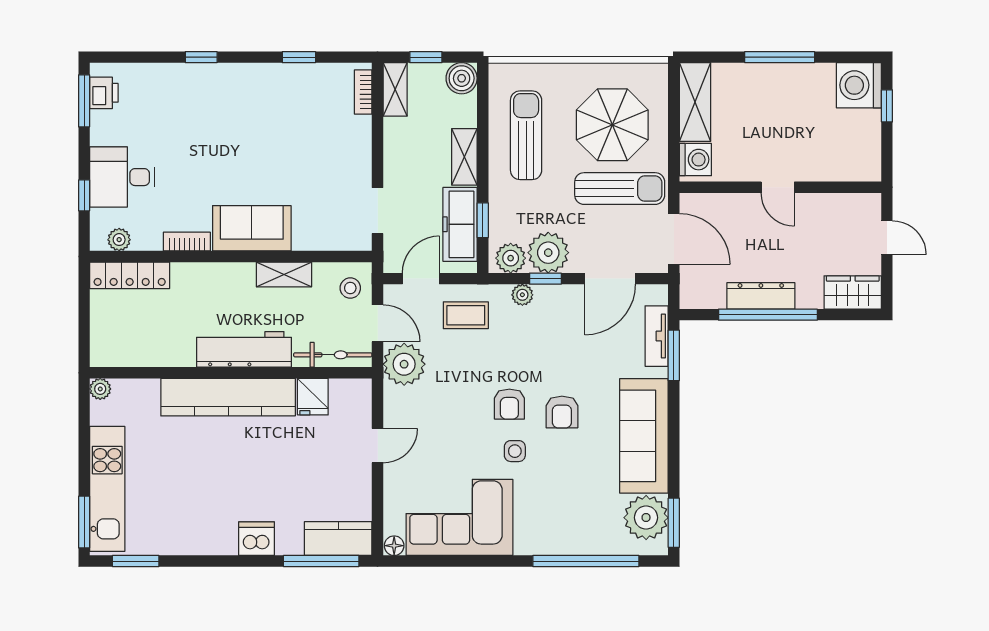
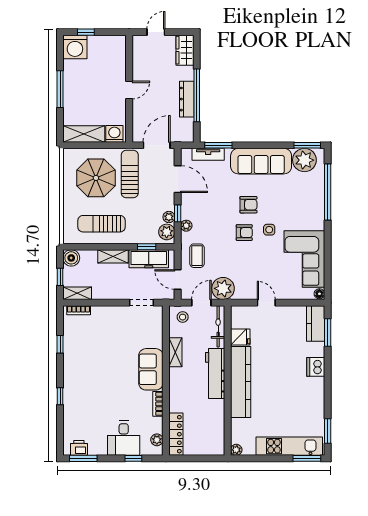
plant: (548, 253) -> (169, 217), width x0.53, depth x0.53
window: (321, 561) -> (328, 333), width x0.69

